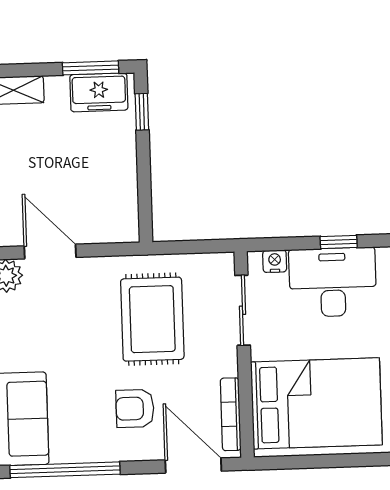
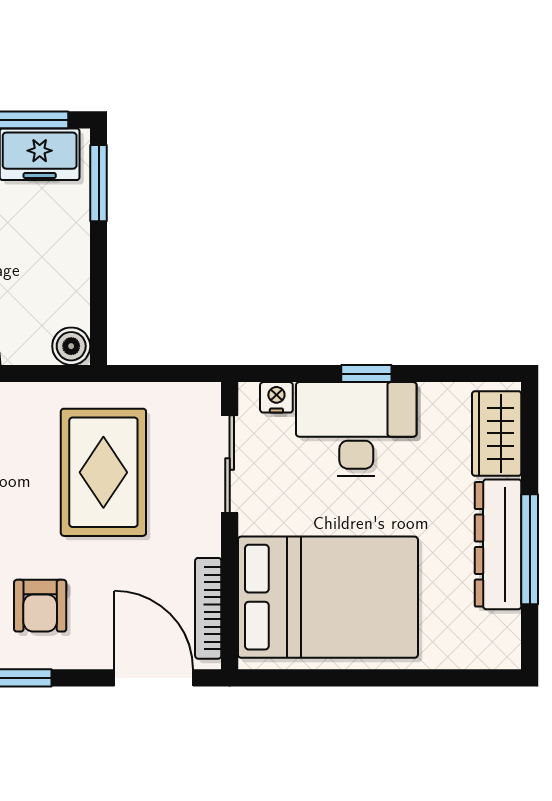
window: (142, 112) -> (99, 183), width x1.50
boiler: (126, 229) -> (71, 346), added
armchair: (135, 408) -> (40, 606), moved, turned -90

